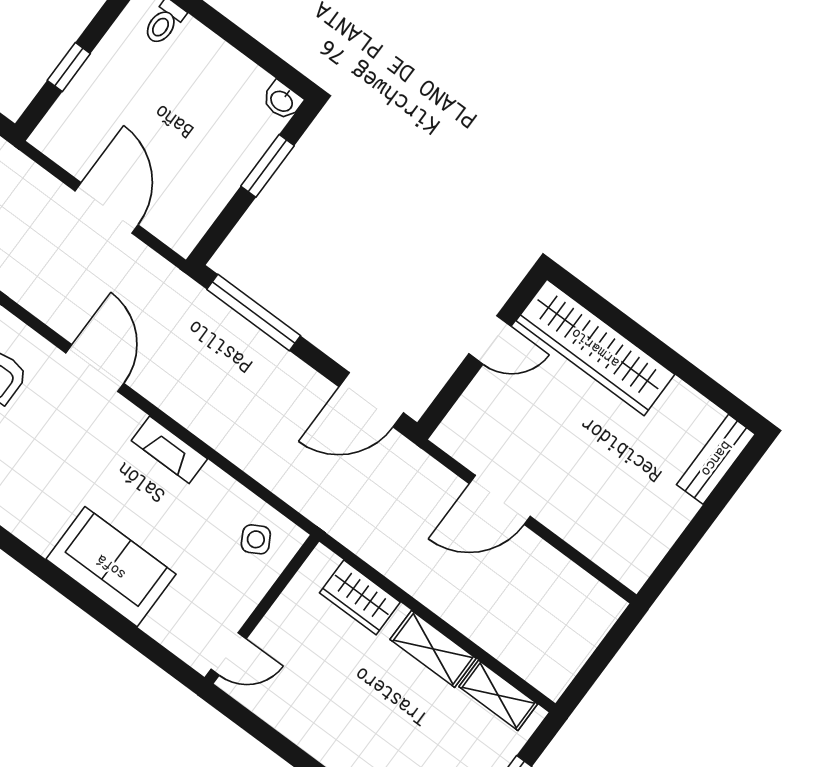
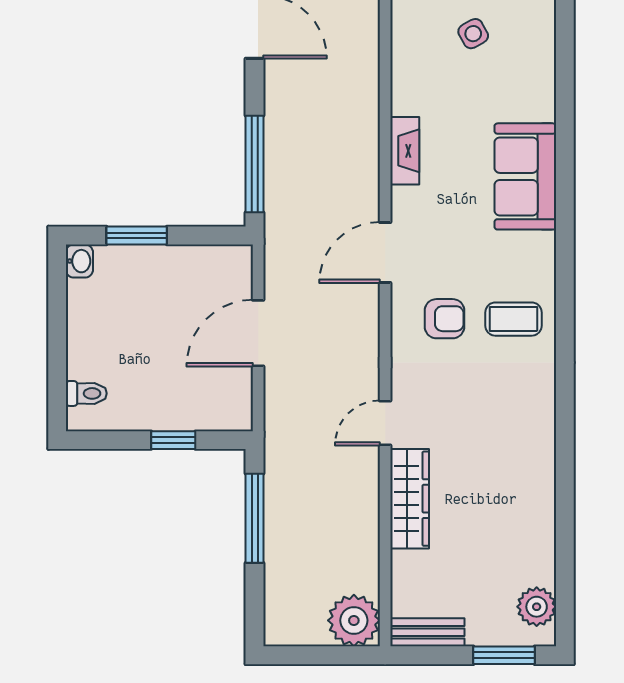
side table: (256, 539) -> (473, 34), moved
sofa: (111, 567) -> (525, 176), moved

